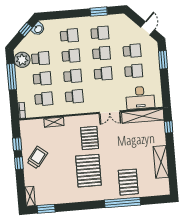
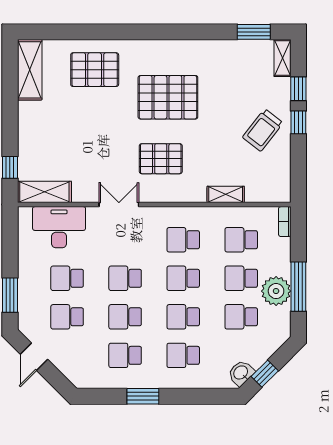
window: (99, 12) -> (143, 396), moved
plant: (22, 60) -> (276, 291), moved
shelving: (143, 116) -> (44, 192), width x0.68
pallet: (90, 138) -> (161, 159), turned 90
window: (17, 144) -> (298, 89), moved
shelving: (161, 162) -> (30, 70), moved
pallet: (88, 171) -> (168, 97), turned 90
pallet: (128, 182) -> (95, 70), turned 90
window: (123, 202) -> (109, 32), removed

